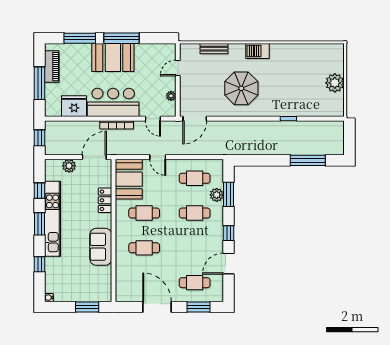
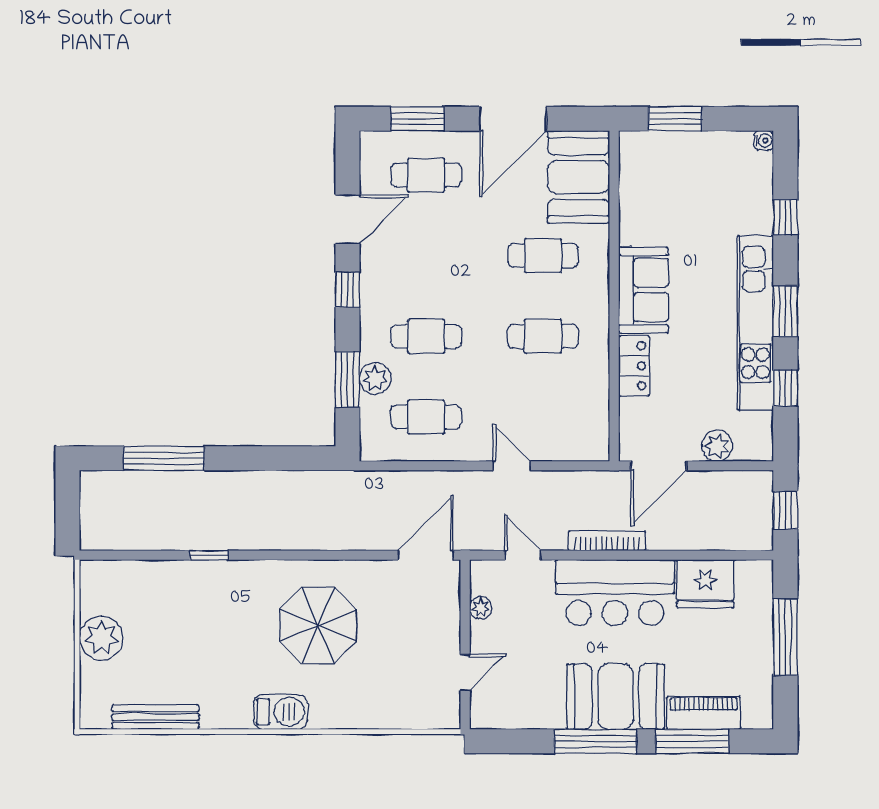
bench: (214, 49) -> (155, 717), moved, width x1.36
piano: (52, 67) -> (704, 713), moved, turned 90
booth: (129, 179) -> (579, 177), moved
sofa: (101, 247) -> (644, 290), moved
door: (157, 307) -> (513, 119), hinge flipped

